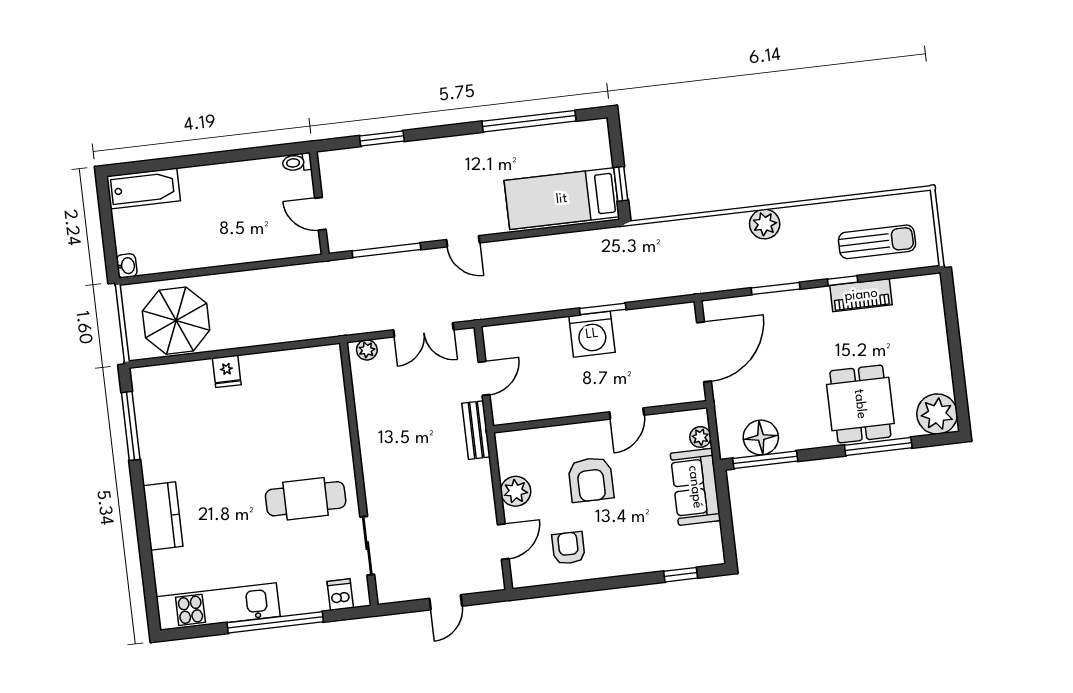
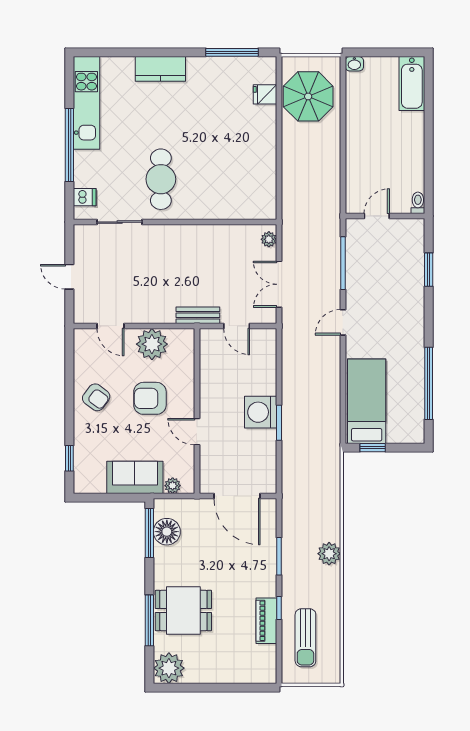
fridge: (227, 371) -> (265, 94), moved
plant: (516, 491) -> (152, 344), width x1.36, depth x1.36
armchair: (568, 548) -> (96, 397), moved, turned 37

